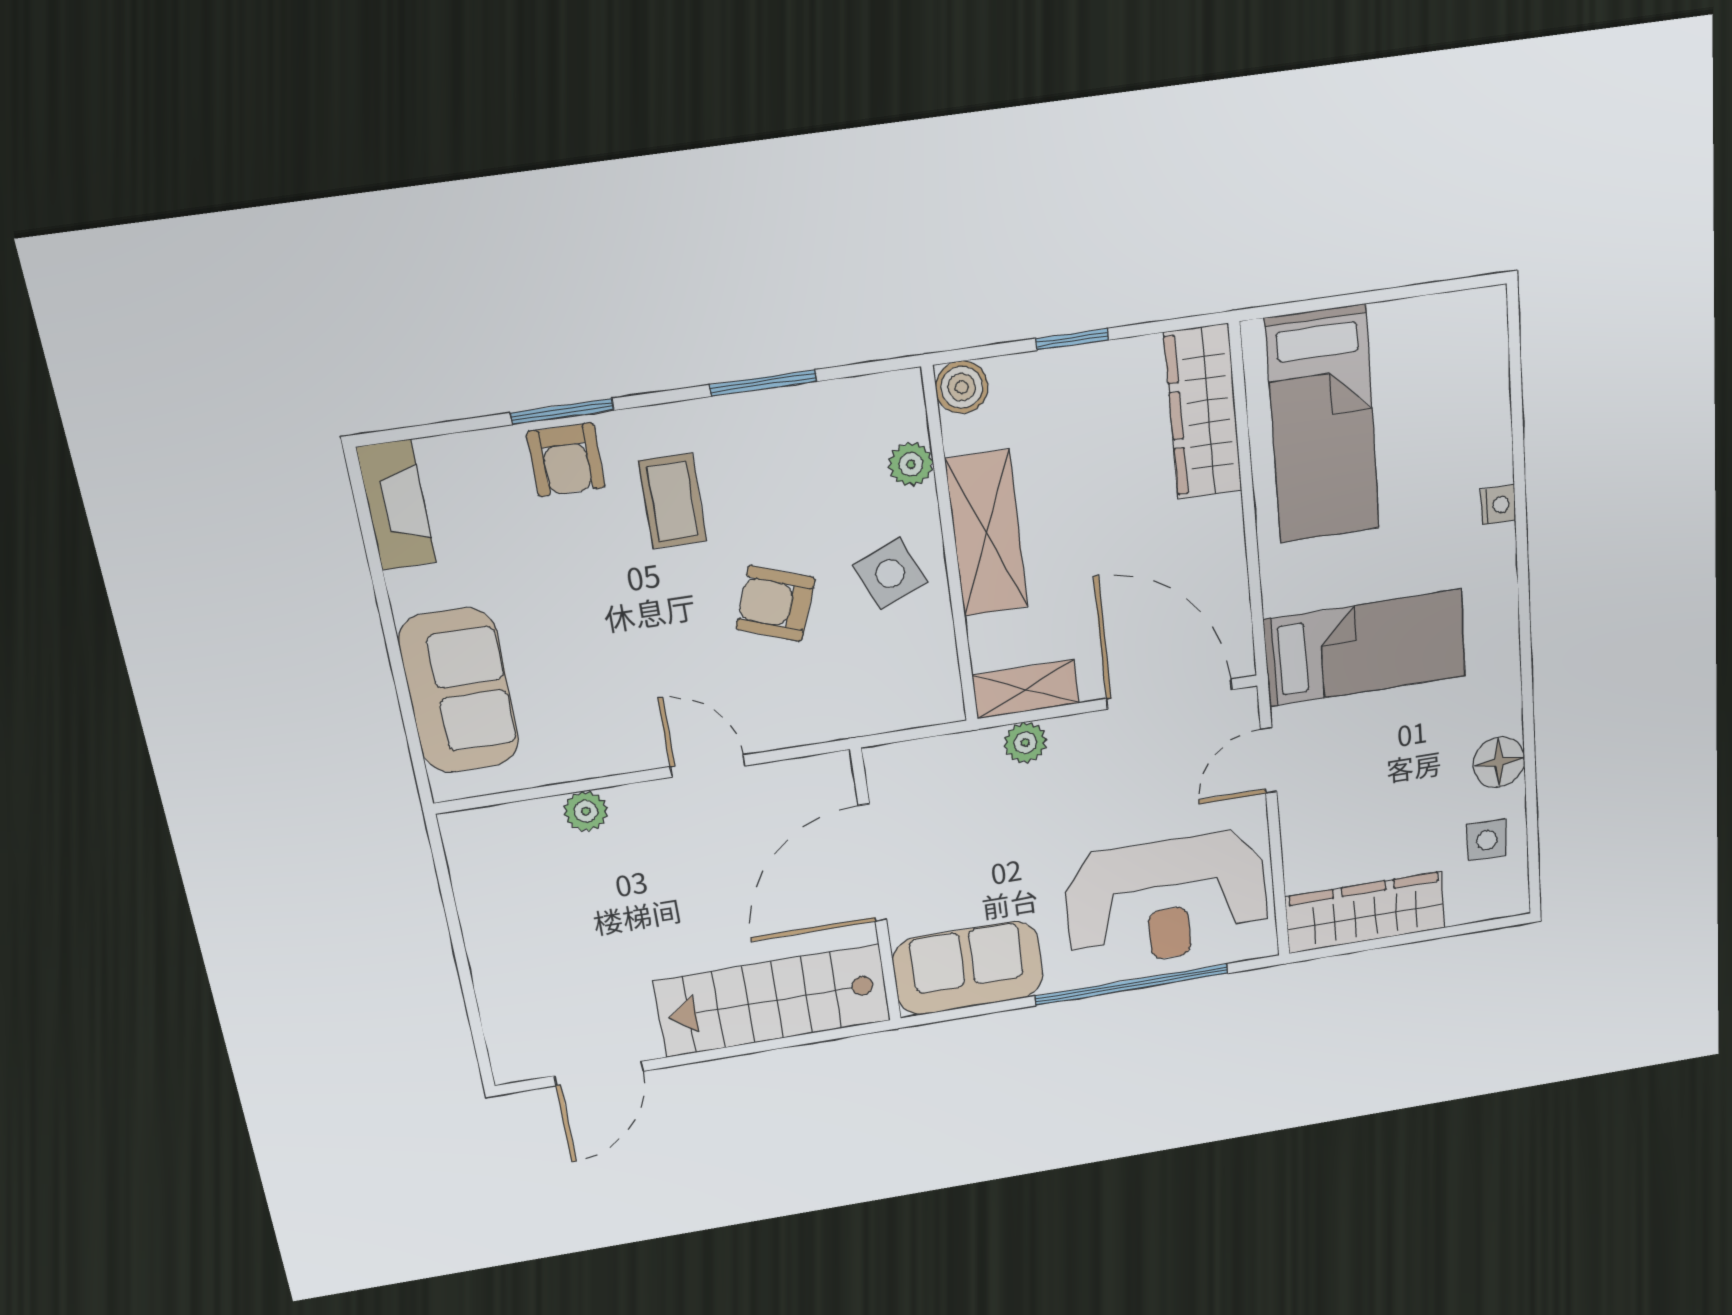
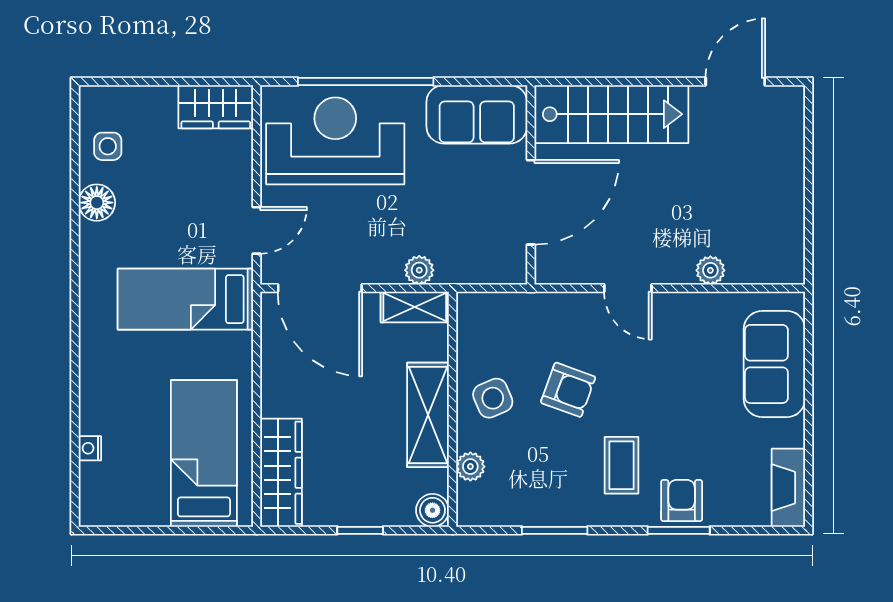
nightstand: (1498, 505) -> (90, 448), moved
wardrobe: (1365, 913) -> (216, 107), width x0.67

